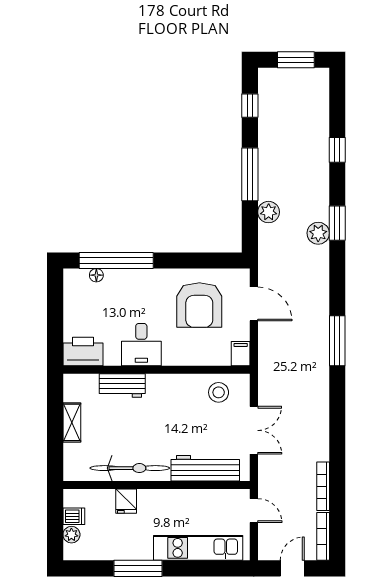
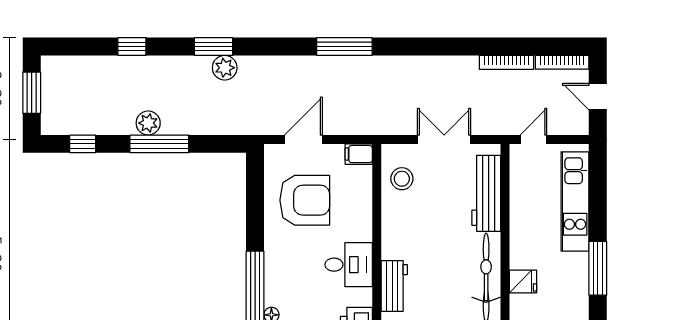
plant: (269, 212) -> (148, 123), moved

